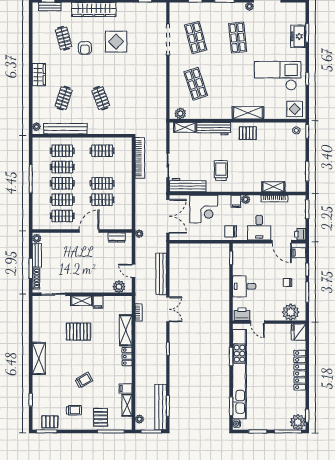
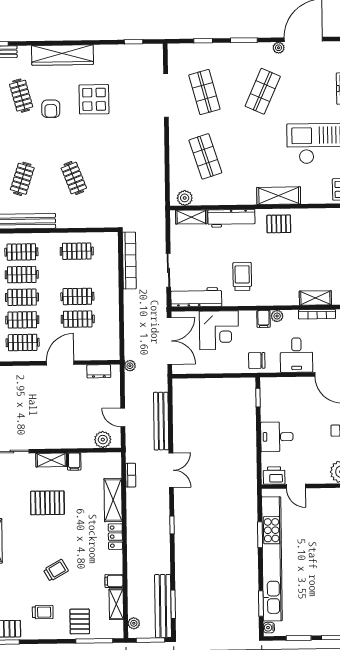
shop shelf: (238, 38) -> (263, 91), turned 30

